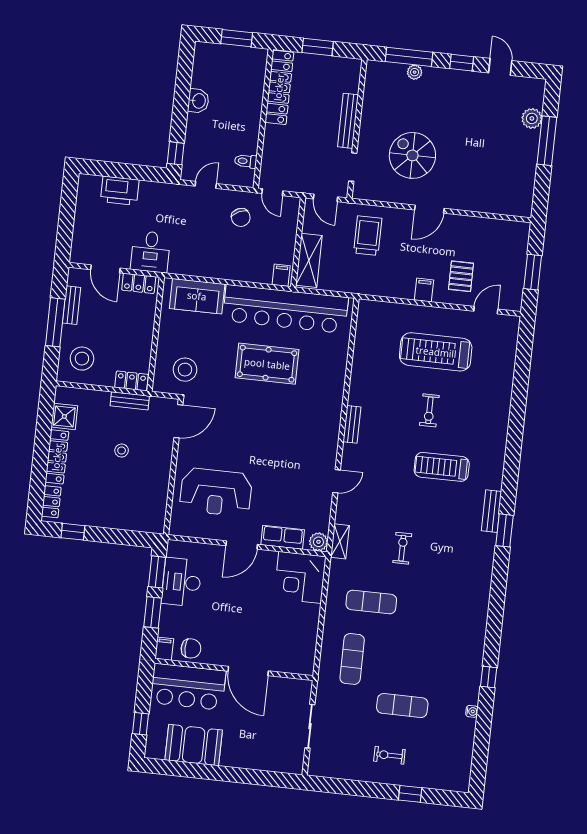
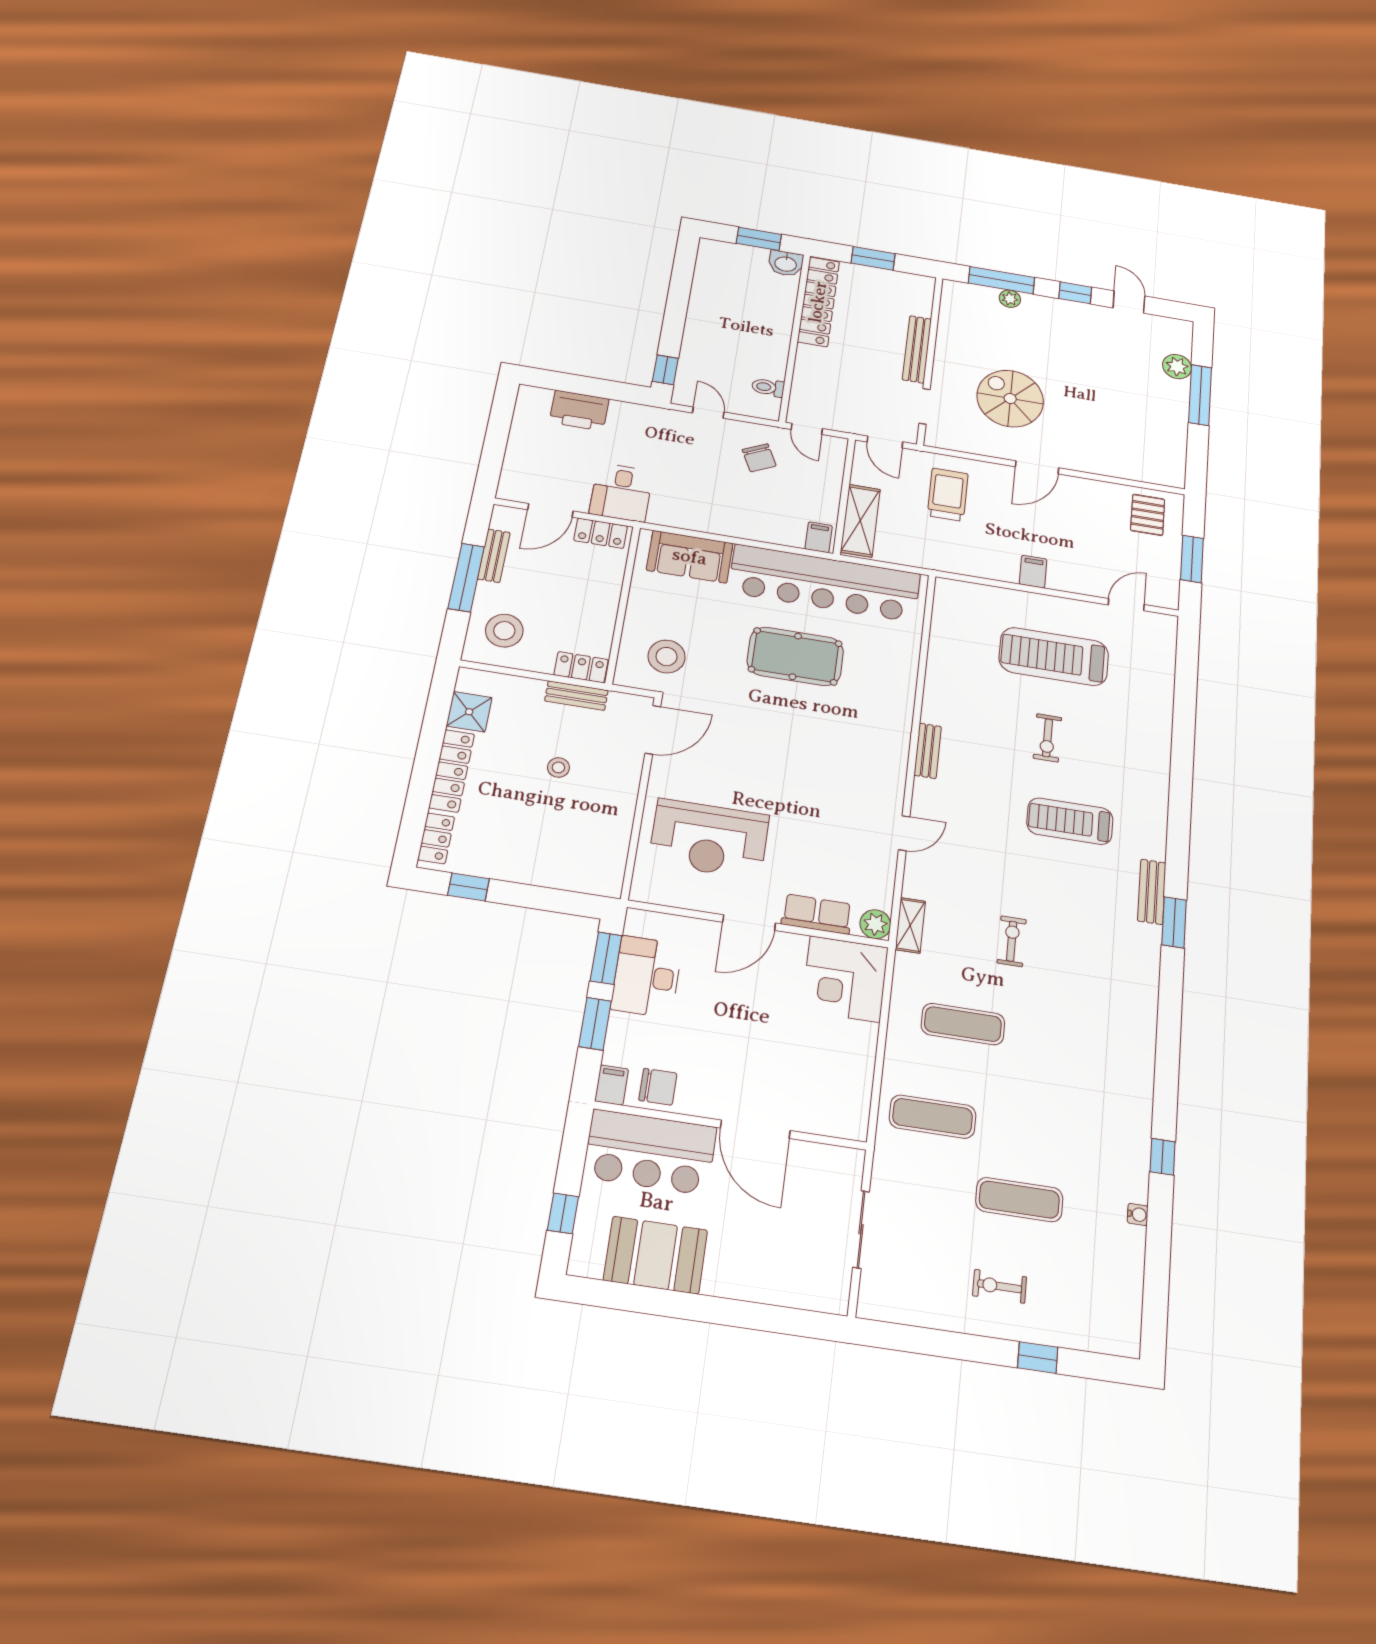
washbasin: (198, 101) -> (786, 263), moved, turned 90
door: (206, 185) -> (708, 413), hinge flipped
door: (105, 269) -> (550, 510), hinge flipped
pallet: (461, 276) -> (1148, 515), moved
exercise mat: (352, 659) -> (933, 1117), turned 90

